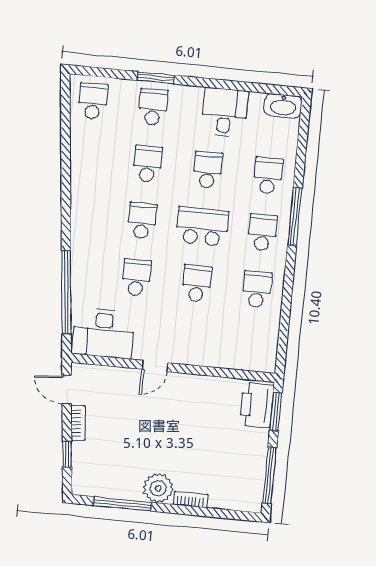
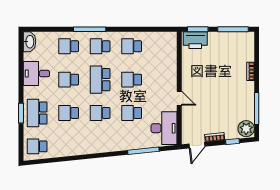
school desk: (153, 107) -> (37, 113), width x1.85
window: (66, 292) -> (143, 151), width x0.68
plant: (158, 488) -> (246, 129), moved

